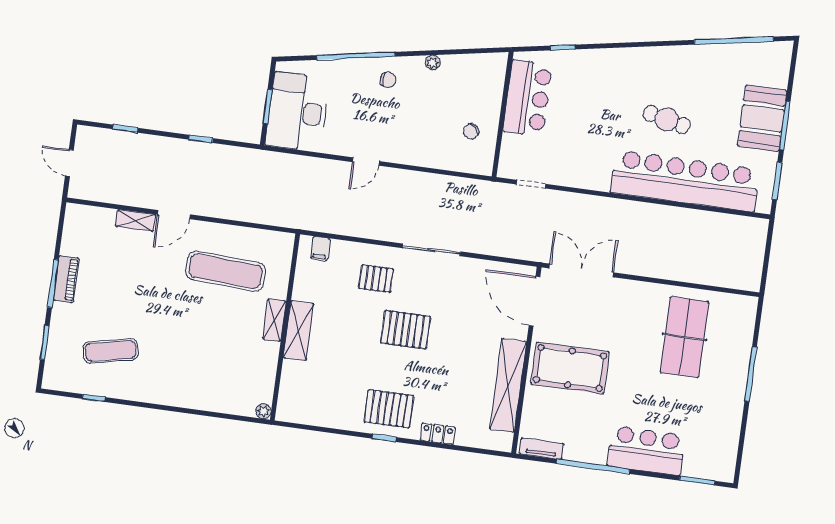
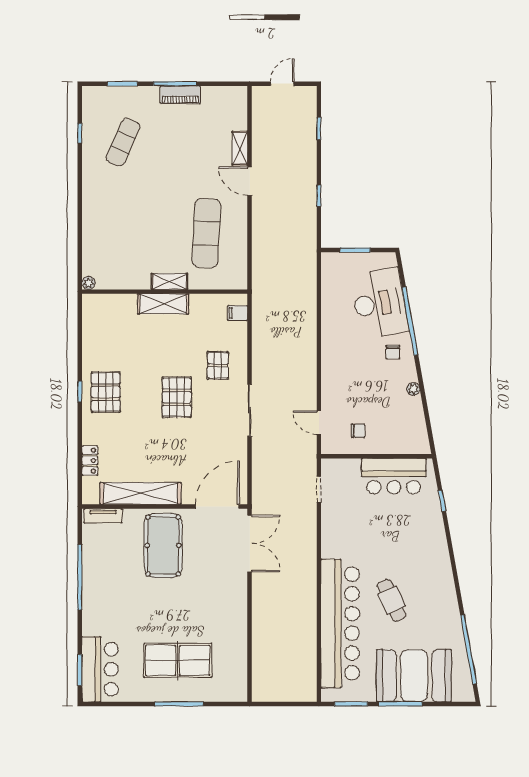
desk: (297, 112) -> (380, 303), moved, turned 80
booth: (762, 118) -> (414, 676), width x1.36, depth x1.42
cafe table: (667, 119) -> (392, 600), turned -38
chair: (471, 131) -> (358, 431), turned 138
door: (366, 162) -> (319, 423), moved
table tennis table: (684, 337) -> (178, 660), moved
exercise mat: (111, 351) -> (123, 142), turned 36
locker: (438, 434) -> (90, 461), moved
tv unit: (541, 449) -> (103, 516), moved, turned 90
bar counter: (646, 451) -> (100, 669), moved

